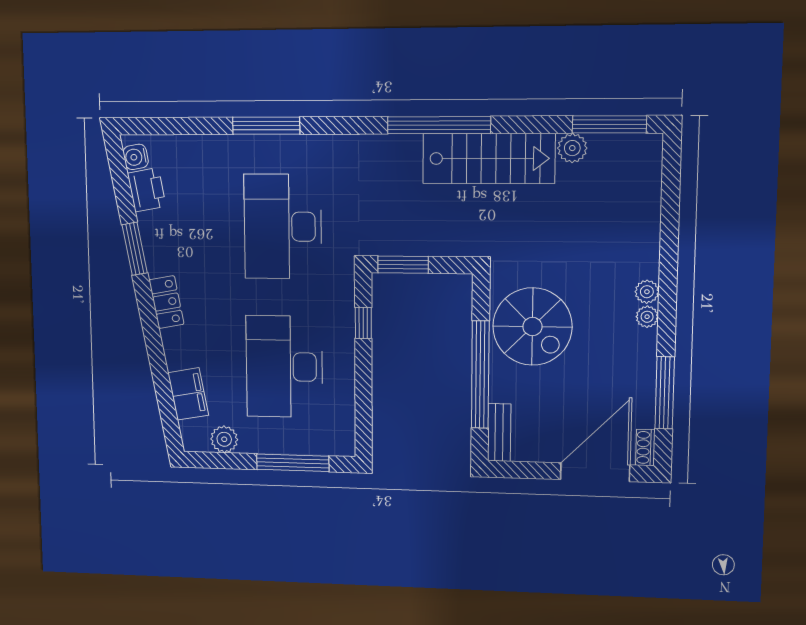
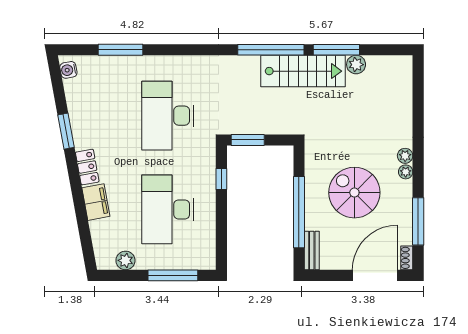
window: (609, 124) -> (336, 50), moved
window: (266, 126) -> (121, 50), moved
printer: (147, 190) -> (75, 92), removed
spiral stairs: (532, 327) -> (354, 193), moved, turned 180
filing cabinet: (188, 394) -> (96, 202), moved

